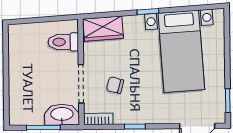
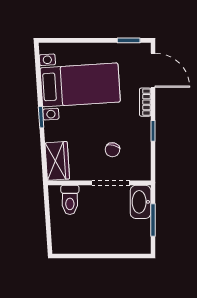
bookcase: (98, 119) -> (145, 102), moved

